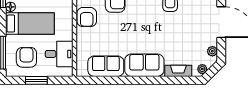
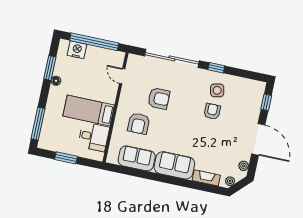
armchair: (87, 17) -> (139, 123), moved
bed: (30, 24) -> (89, 111), moved, turned 180
armchair: (26, 57) -> (61, 133), removed

